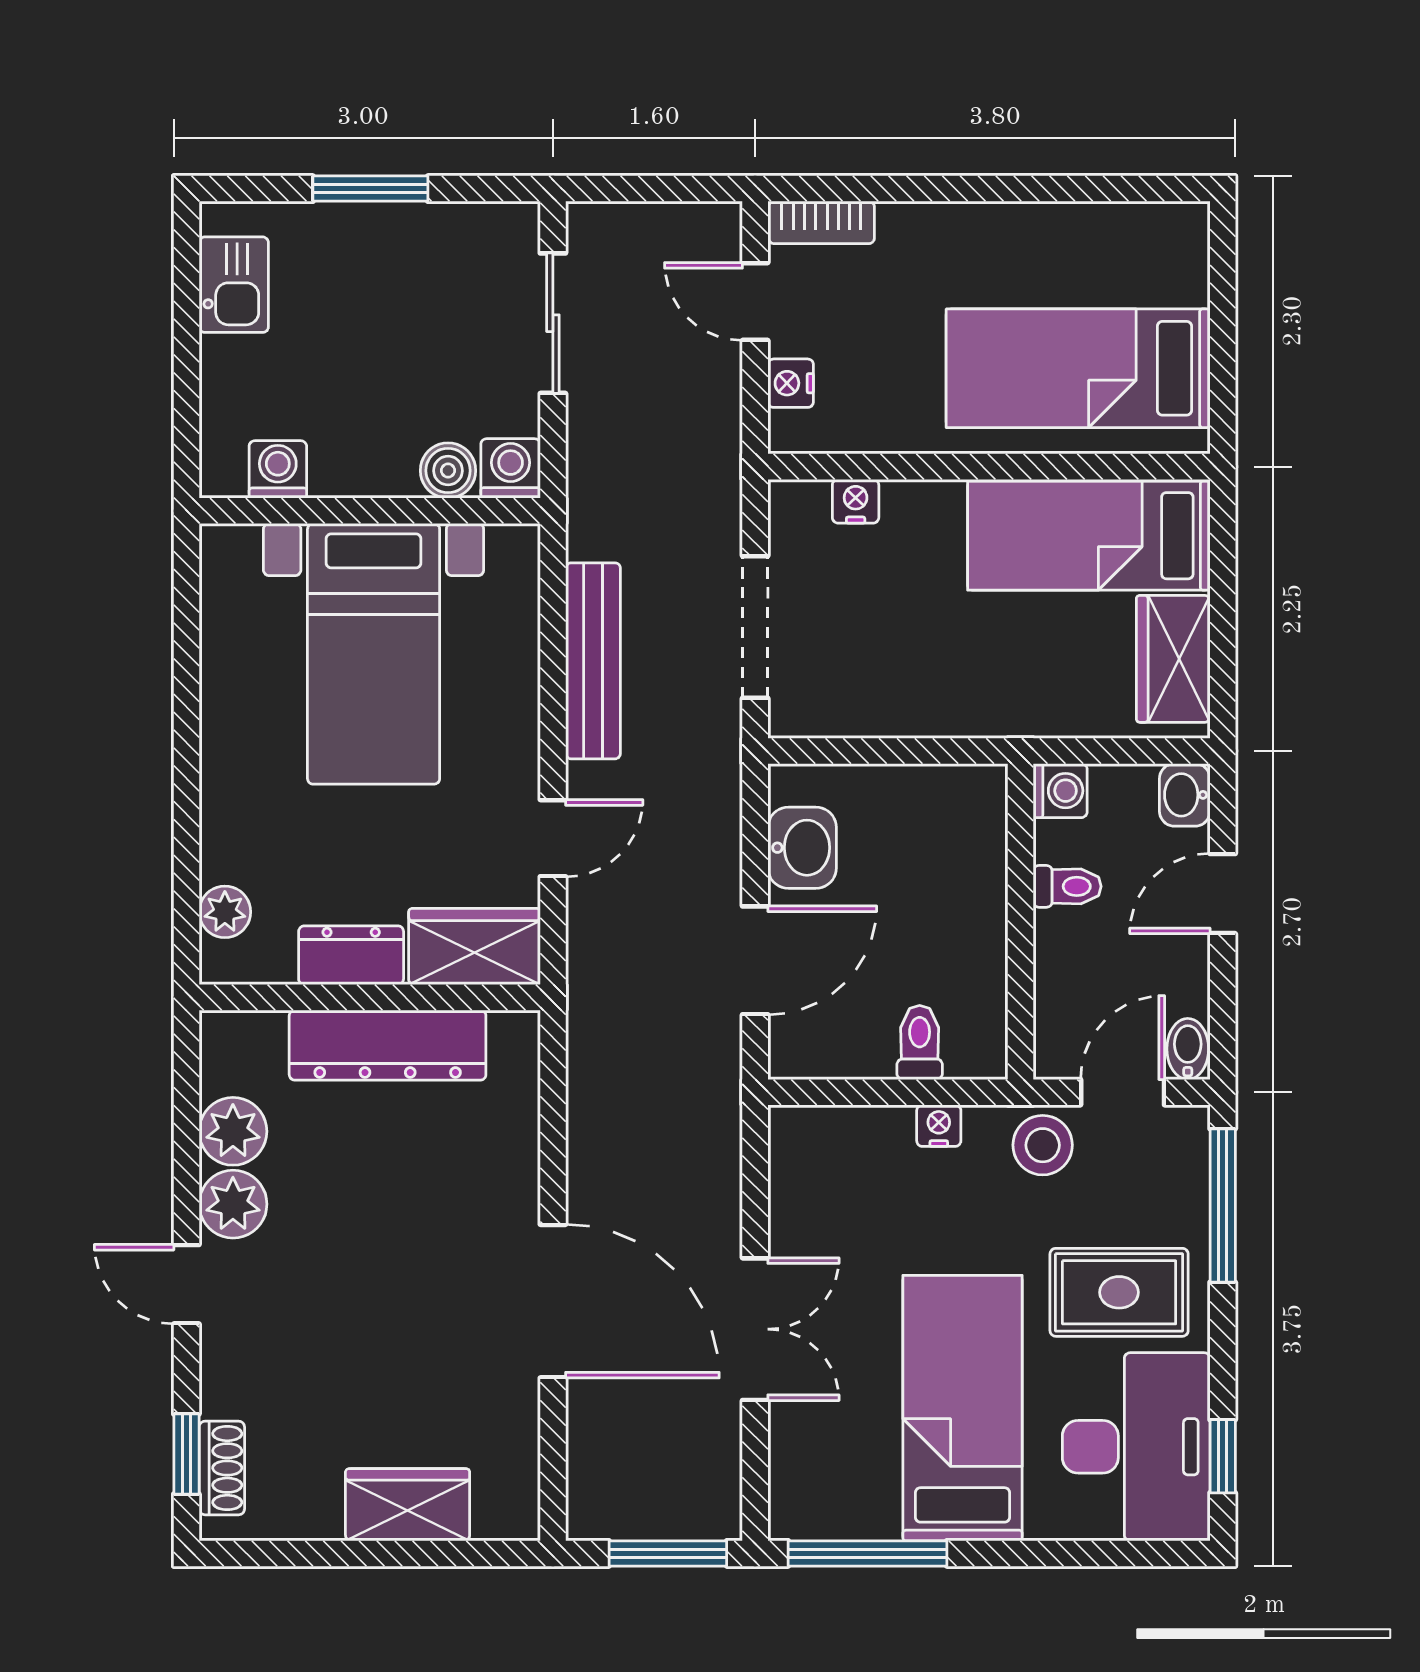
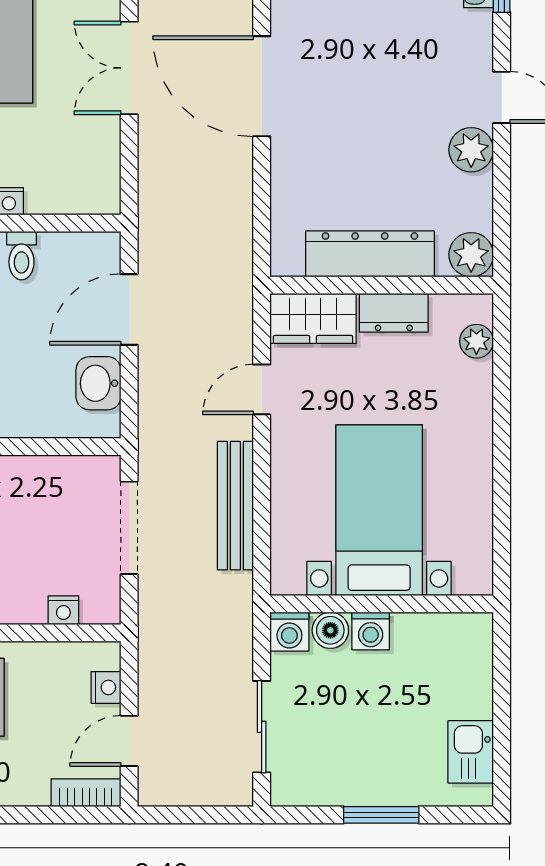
door: (755, 301) -> (129, 741), swing flipped
washing machine: (278, 469) -> (371, 631), moved
plant: (233, 1131) -> (471, 255), moved

